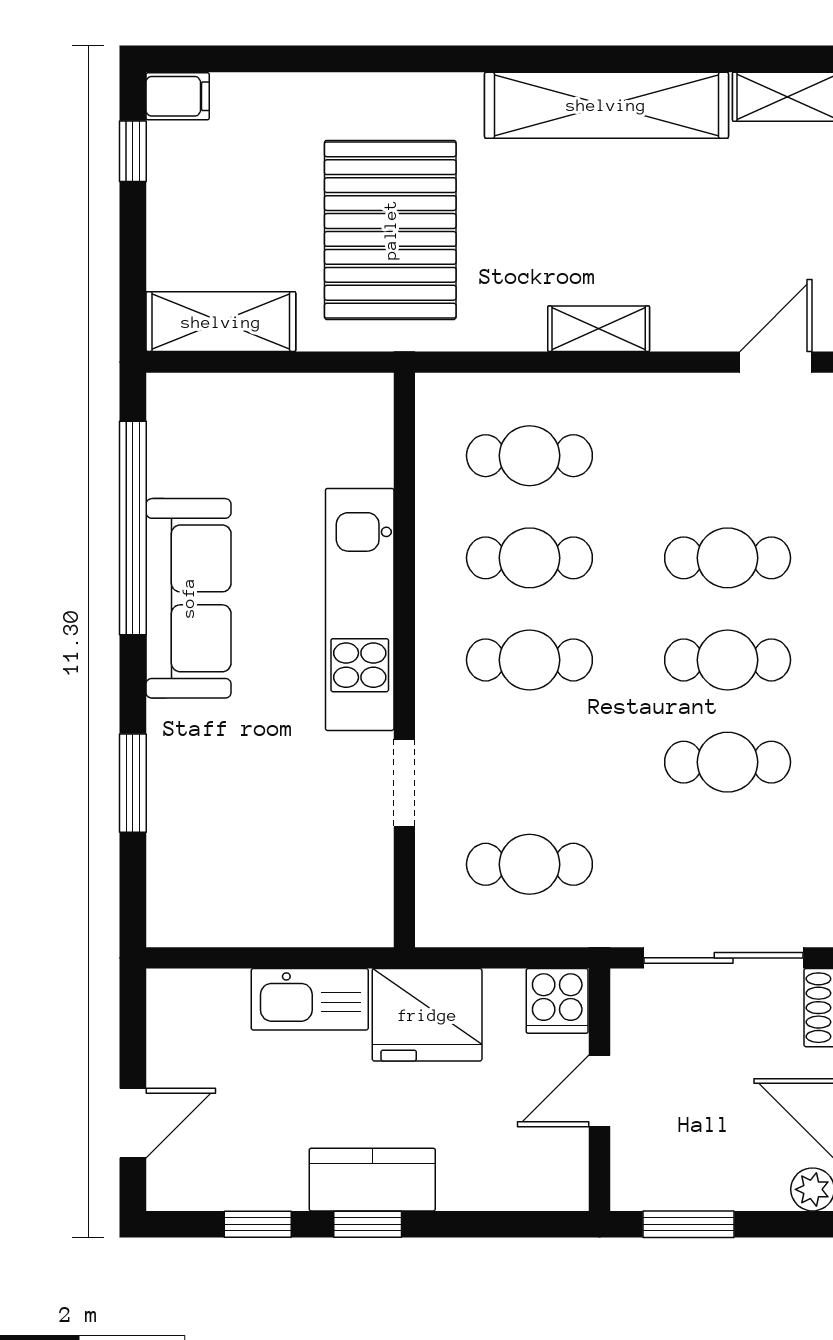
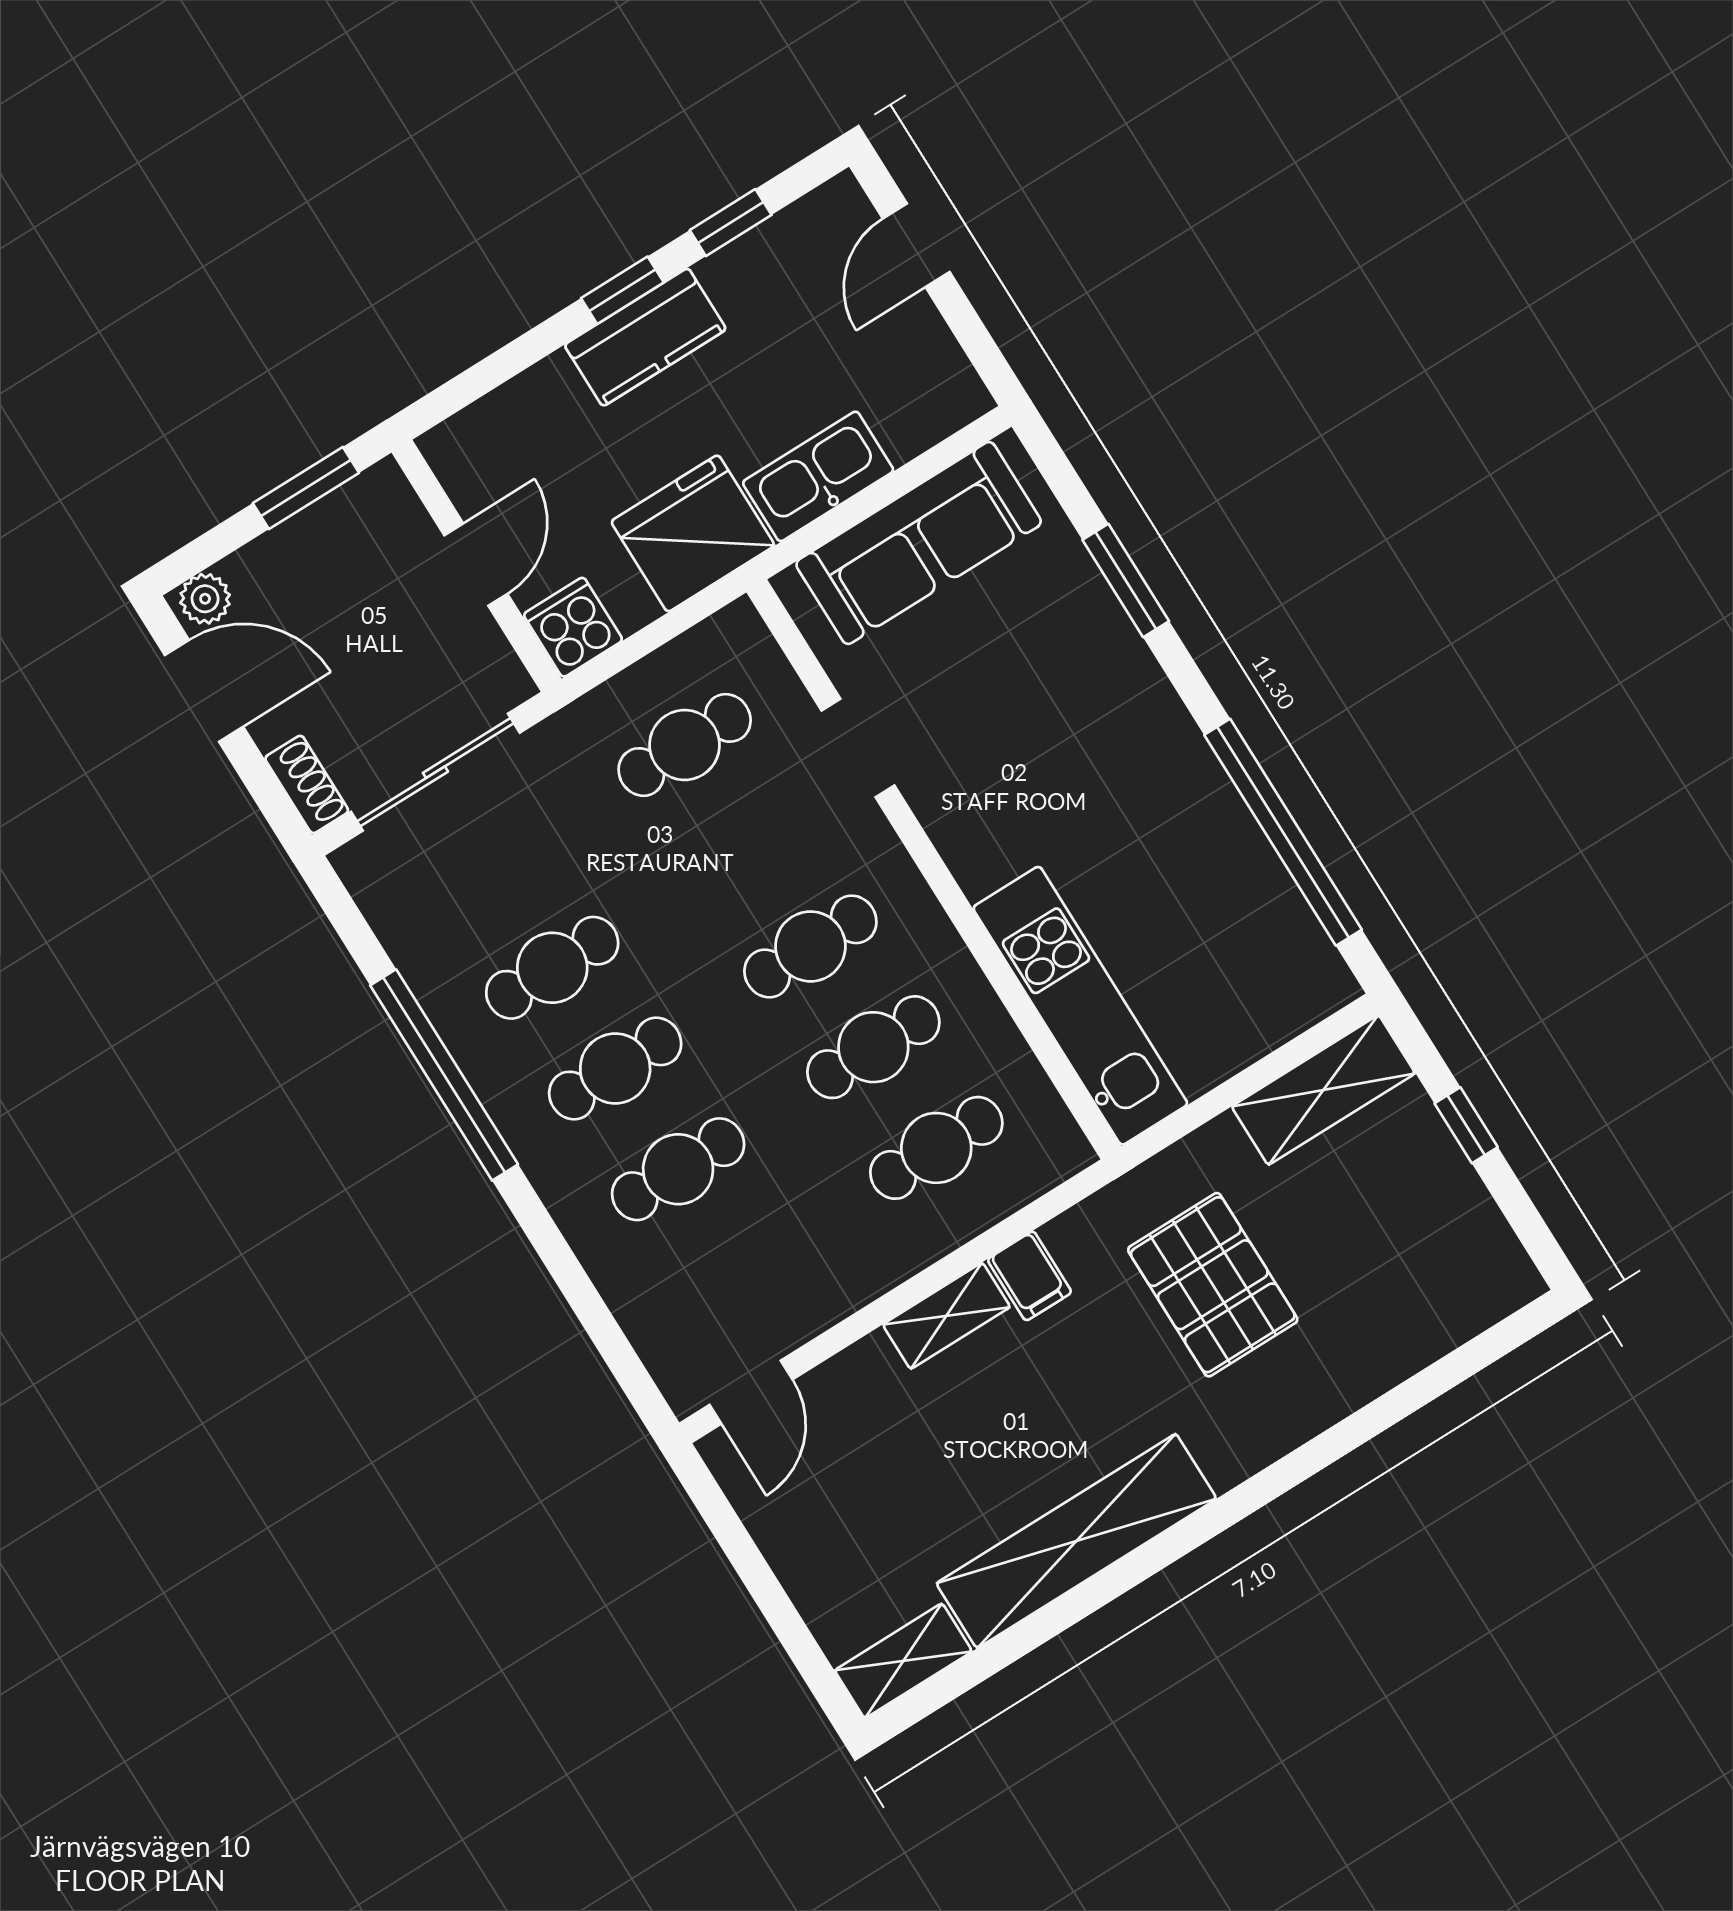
filing cabinet: (178, 96) -> (1030, 1276), moved, turned -90
window: (133, 151) -> (1466, 1125), moved
pallet: (390, 230) -> (1213, 1285), width x0.73, depth x0.71
sofa: (188, 598) -> (919, 543), moved, turned -90
kitchen unit: (360, 609) -> (1080, 1006), moved

